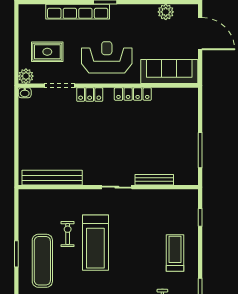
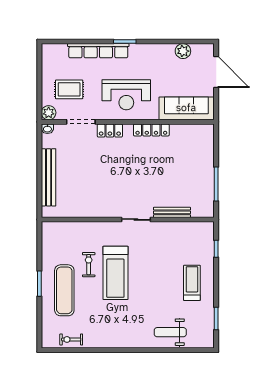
reception desk: (107, 57) -> (126, 95), turned 180
bench: (52, 178) -> (49, 177), moved, turned 90

